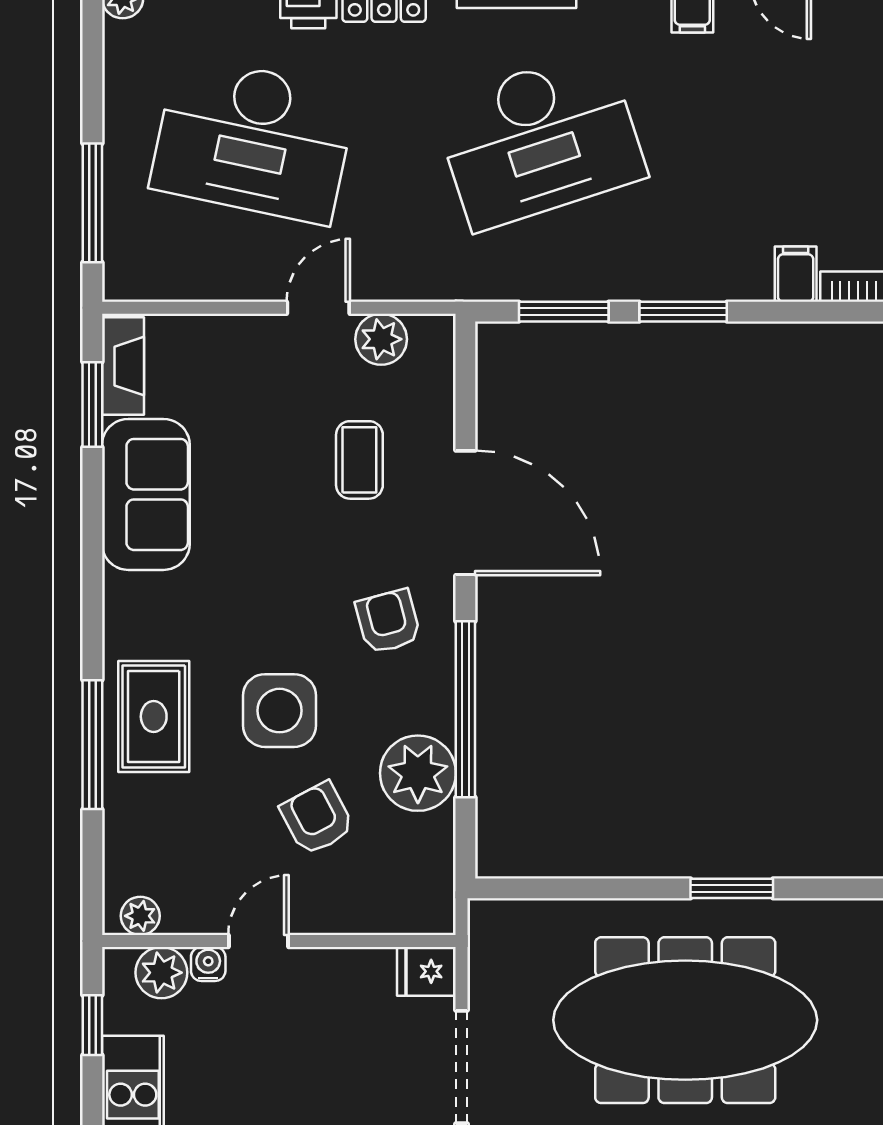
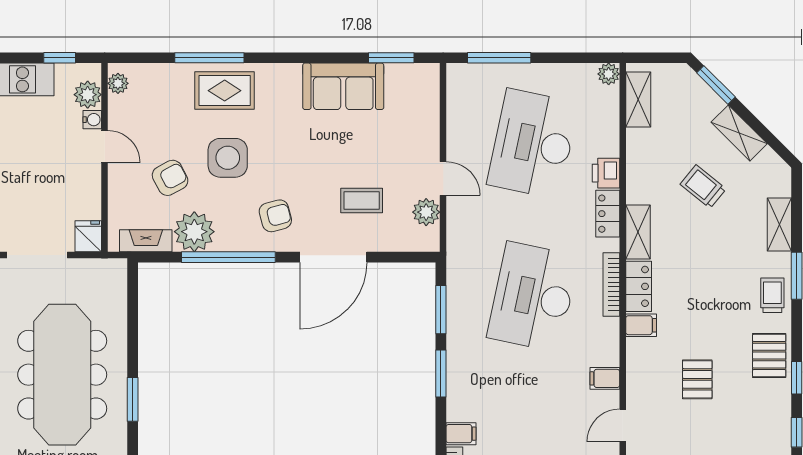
desk: (540, 140) -> (533, 297), turned 30
fireplace: (123, 366) -> (146, 241), moved, turned 180

